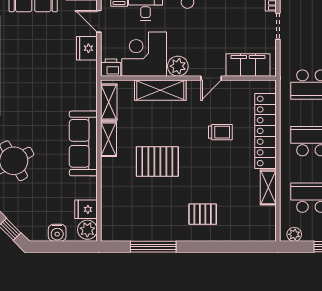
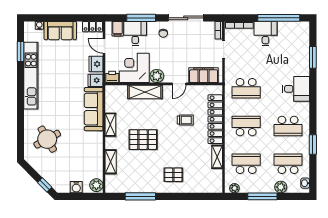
shelving: (109, 102) -> (111, 162), moved
sofa: (83, 143) -> (94, 109), moved
fridge: (86, 209) -> (95, 80), moved

